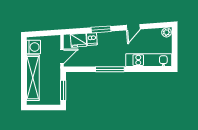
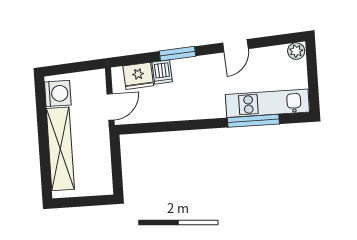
window: (110, 69) -> (253, 121), moved
window: (63, 90) -> (117, 168), removed

